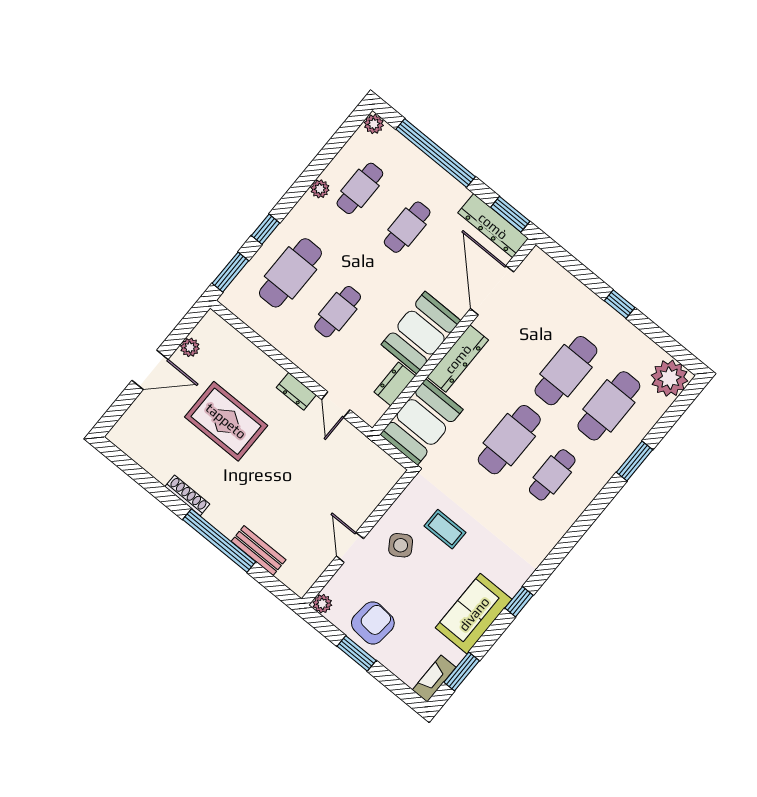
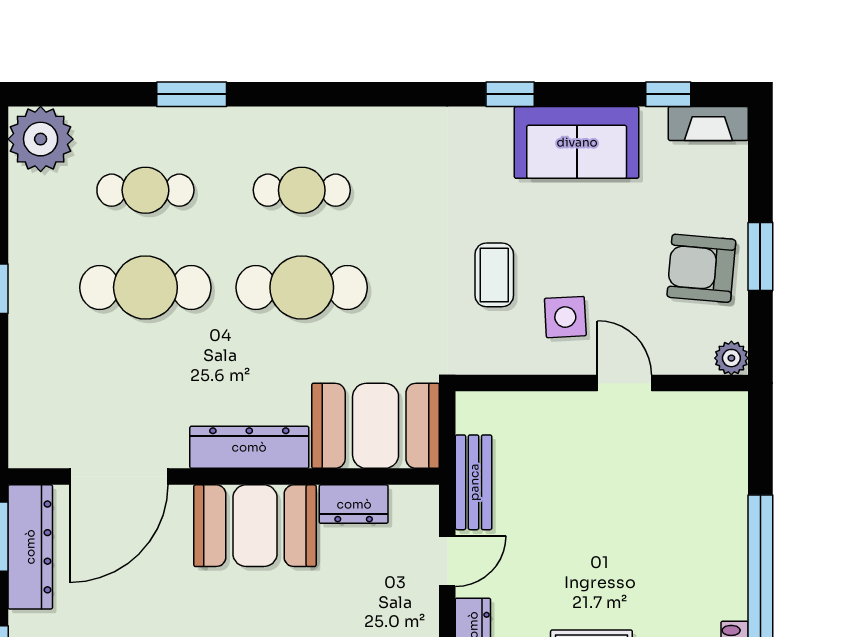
cafe table: (609, 406) -> (145, 190), width x0.73, depth x0.74
side table: (401, 545) -> (565, 317), turned 30
door: (350, 547) -> (625, 383), swing flipped
bench: (259, 551) -> (474, 482), moved
window: (462, 671) -> (668, 94), width x0.67

